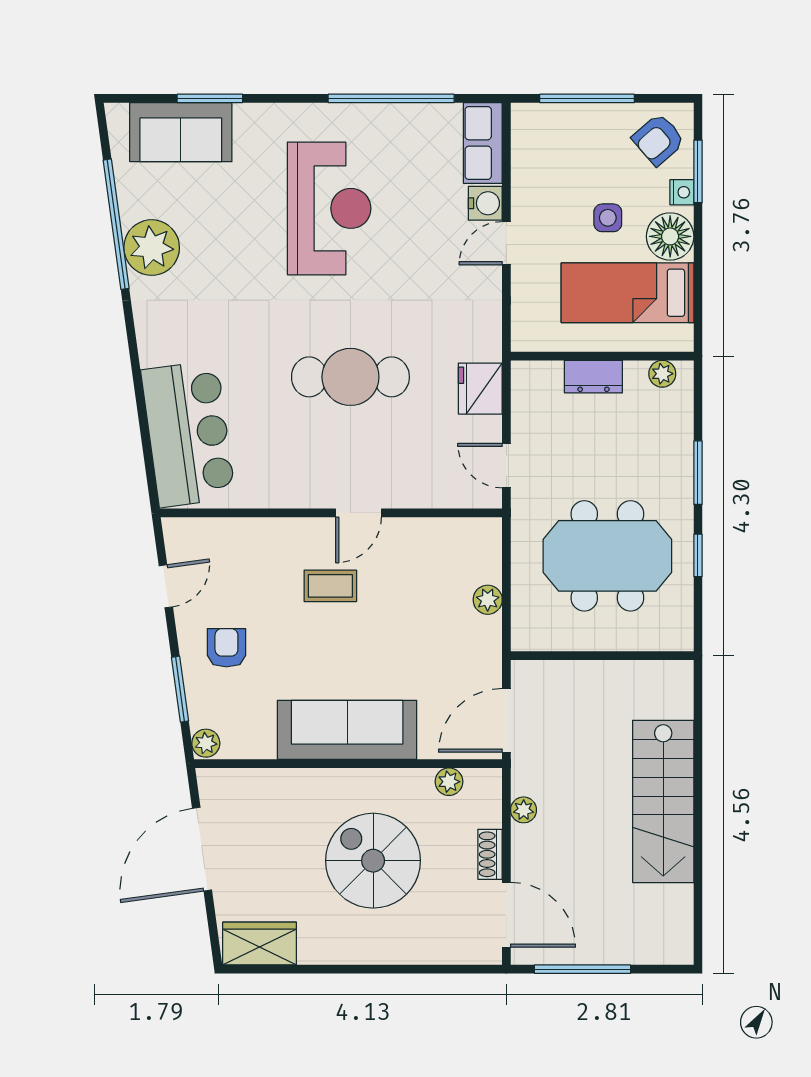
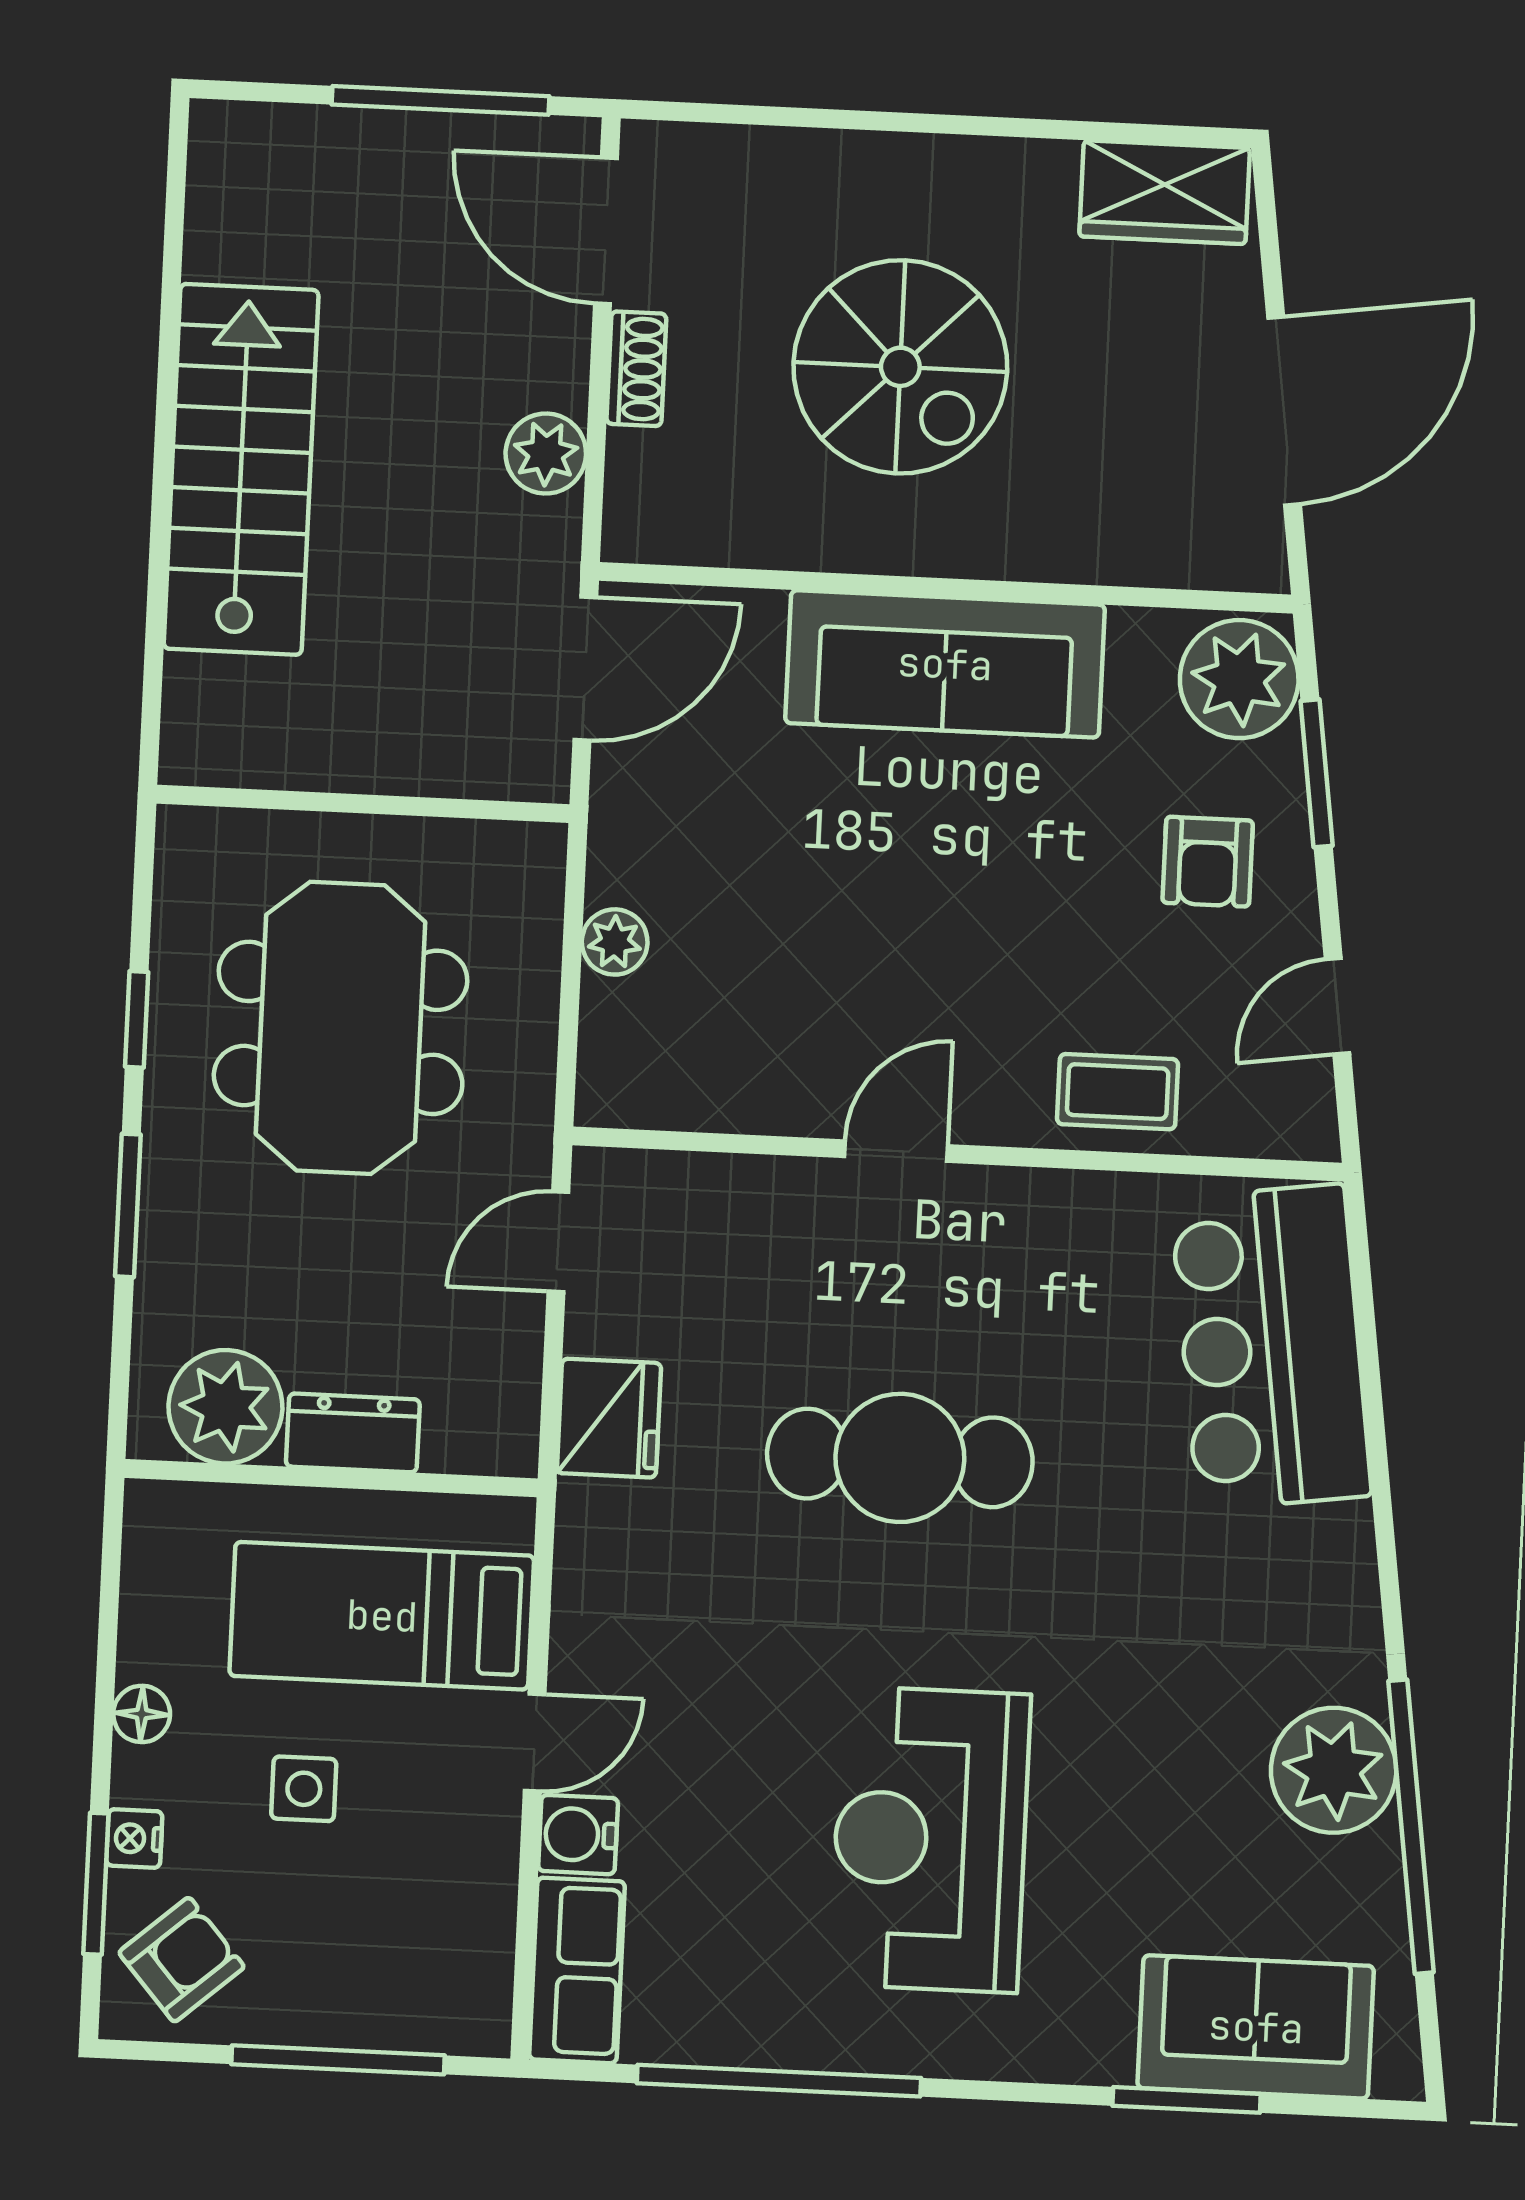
floor lamp: (670, 236) -> (142, 1714), width x0.53, depth x0.53
bed: (627, 293) -> (382, 1616), moved, turned 180
plant: (662, 374) -> (225, 1407), width x1.87, depth x1.87
door: (506, 466) -> (558, 1242), swing flipped
meeting table: (607, 556) -> (341, 1028), turned 90
coffee table: (330, 586) -> (1118, 1092), moved
plant: (206, 743) -> (1239, 679), width x1.87, depth x1.87
plant: (449, 782) -> (721, 537), removed
plant: (524, 810) -> (546, 454), width x1.38, depth x1.38

